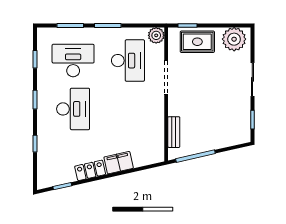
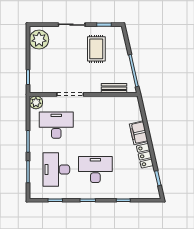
rug: (197, 42) -> (96, 49), moved

